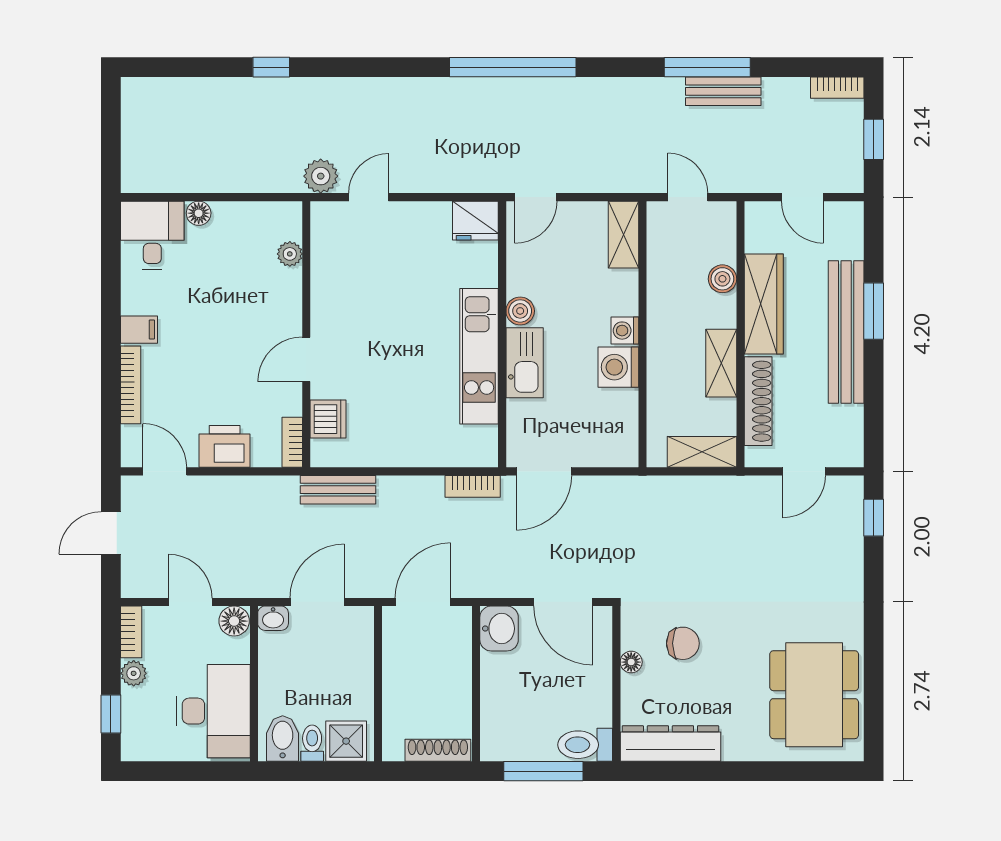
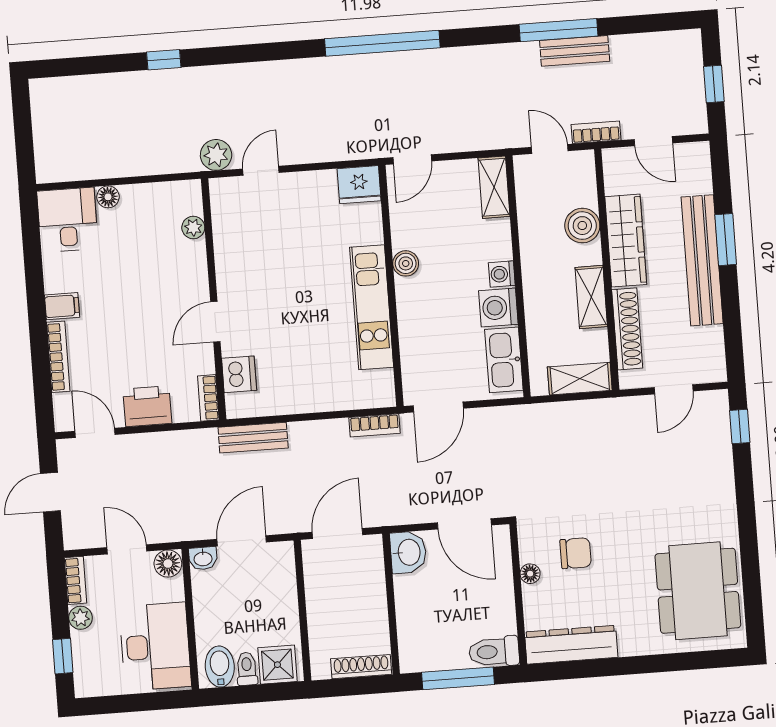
bookcase: (837, 88) -> (596, 132), moved, turned 180
boiler: (722, 279) -> (582, 226), width x1.36, depth x1.36
kitchen sink: (525, 363) -> (504, 360), moved, turned 180

